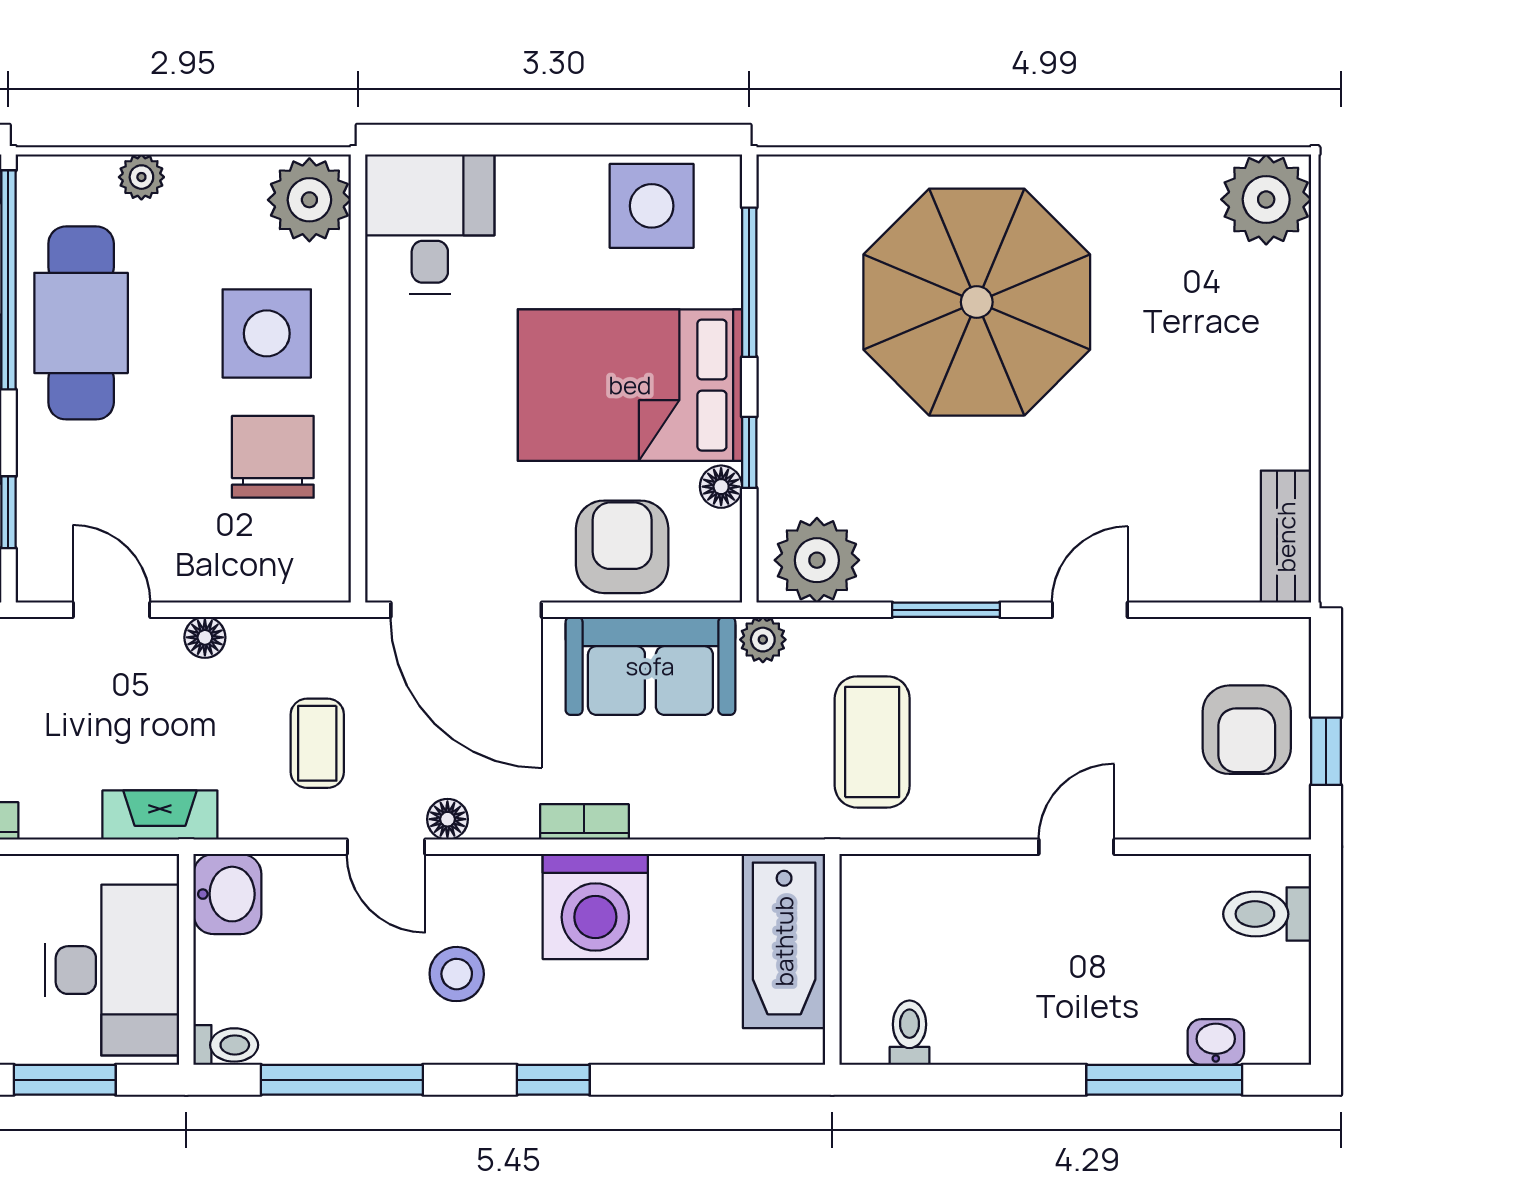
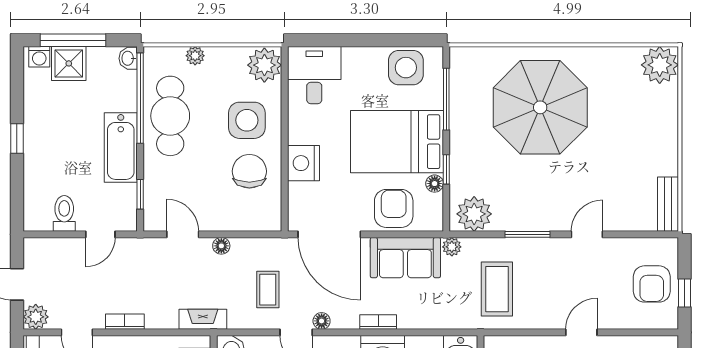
nightstand: (404, 437) -> (303, 163), added

